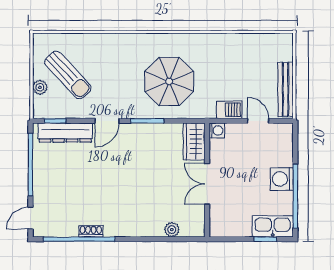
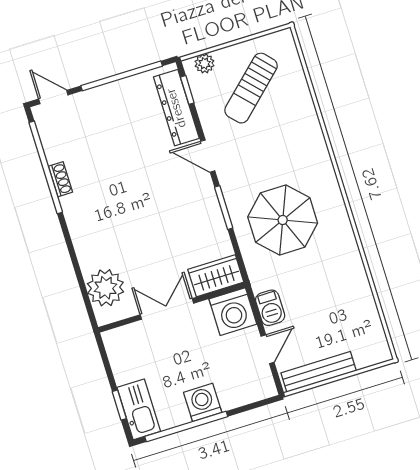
plant: (40, 87) -> (204, 63), moved
washing machine: (217, 131) -> (233, 312), width x1.89, depth x1.89
plant: (172, 230) -> (105, 288), width x1.88, depth x1.88

